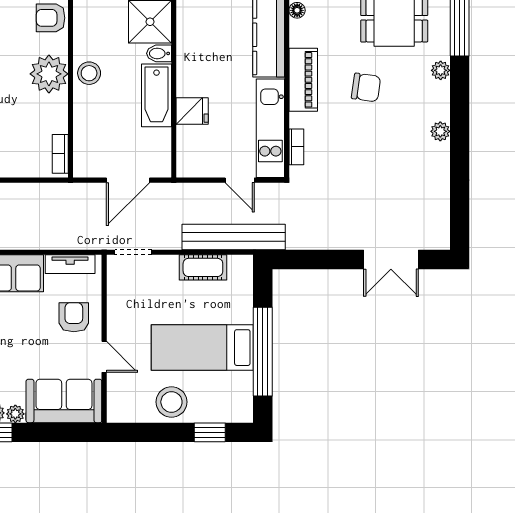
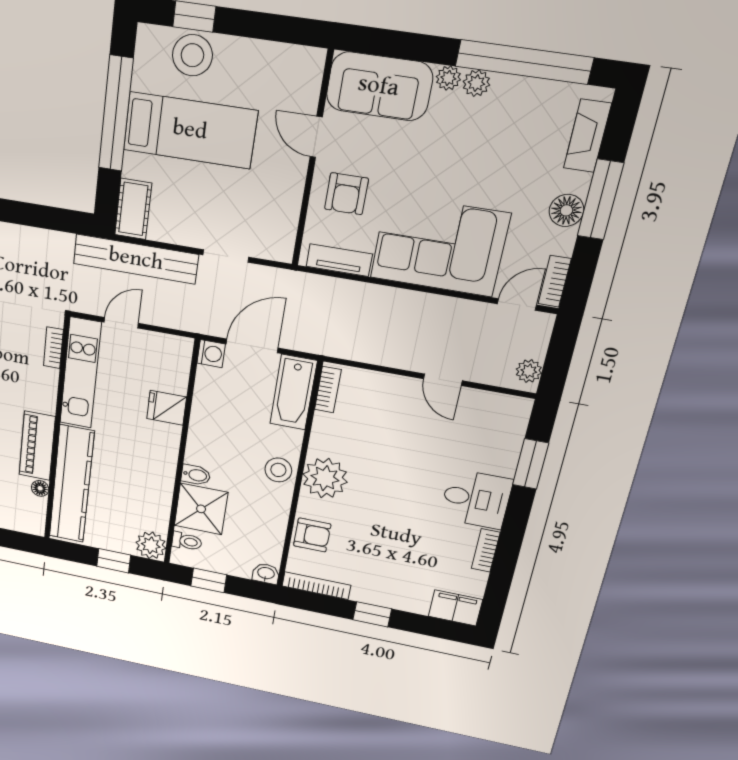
piano: (303, 80) -> (37, 446), moved
bathtub: (156, 95) -> (293, 392), moved, turned 180
washing machine: (161, 167) -> (211, 354), added
door: (240, 180) -> (121, 323), hinge flipped
doorway: (133, 252) -> (226, 256), moved
cot: (203, 267) -> (133, 209), moved, turned 90
stool: (171, 402) -> (192, 55), moved

